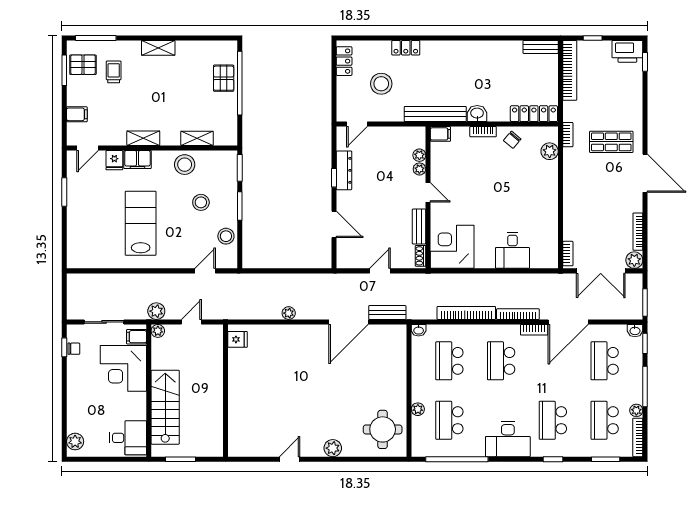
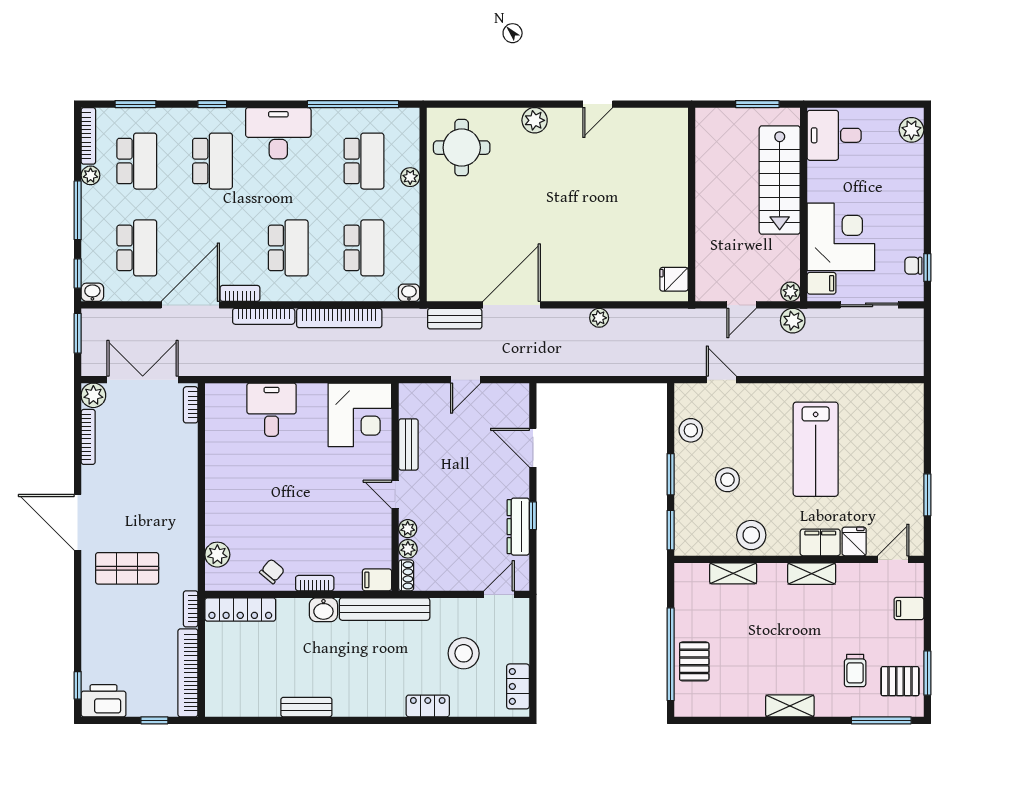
bench: (541, 47) -> (306, 707), moved
bookcase: (568, 135) -> (191, 609), moved
shoe rack: (421, 256) -> (406, 575), moved
door: (205, 271) -> (721, 380), swing flipped

